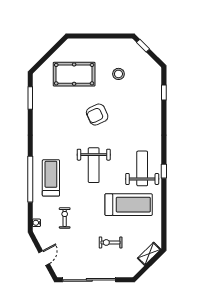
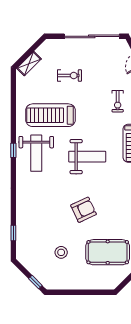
weight bench: (94, 165) -> (87, 157), turned 90

